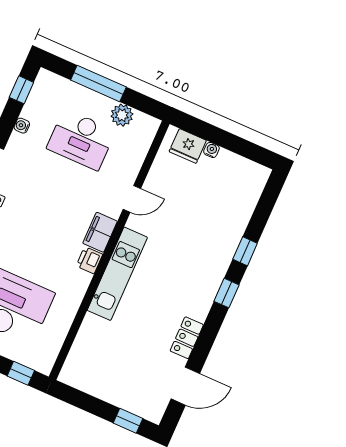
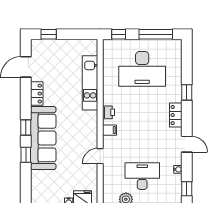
filing cabinet: (100, 232) -> (109, 130), width x0.50
sofa: (207, 265) -> (43, 138), added
kitchen unit: (117, 274) -> (90, 83), moved

